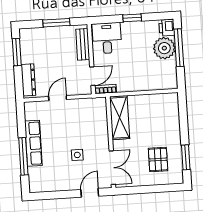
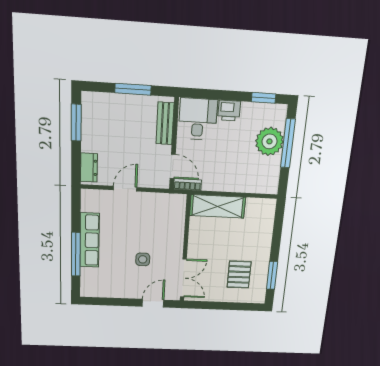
window: (132, 18) -> (264, 98), moved
printer: (167, 28) -> (229, 111), moved, turned -90
door: (92, 76) -> (173, 166), hinge flipped
dresser: (28, 80) -> (89, 168), width x0.70
shelving: (120, 118) -> (218, 206), moved, turned 90

